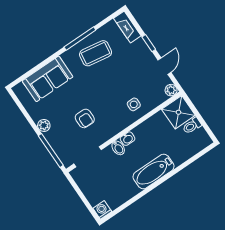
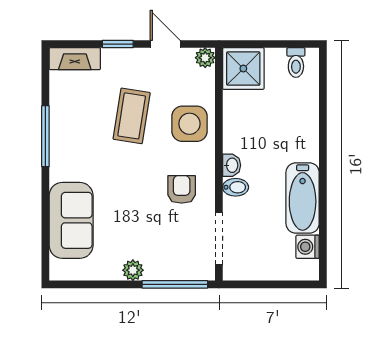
coffee table: (96, 53) -> (132, 116), moved
side table: (134, 104) -> (189, 124), width x1.87, depth x1.87
armchair: (85, 118) -> (182, 189), moved, turned -90
toilet: (192, 126) -> (296, 63), moved
bathtub: (153, 171) -> (303, 198), moved
washing machine: (102, 210) -> (308, 247), moved

